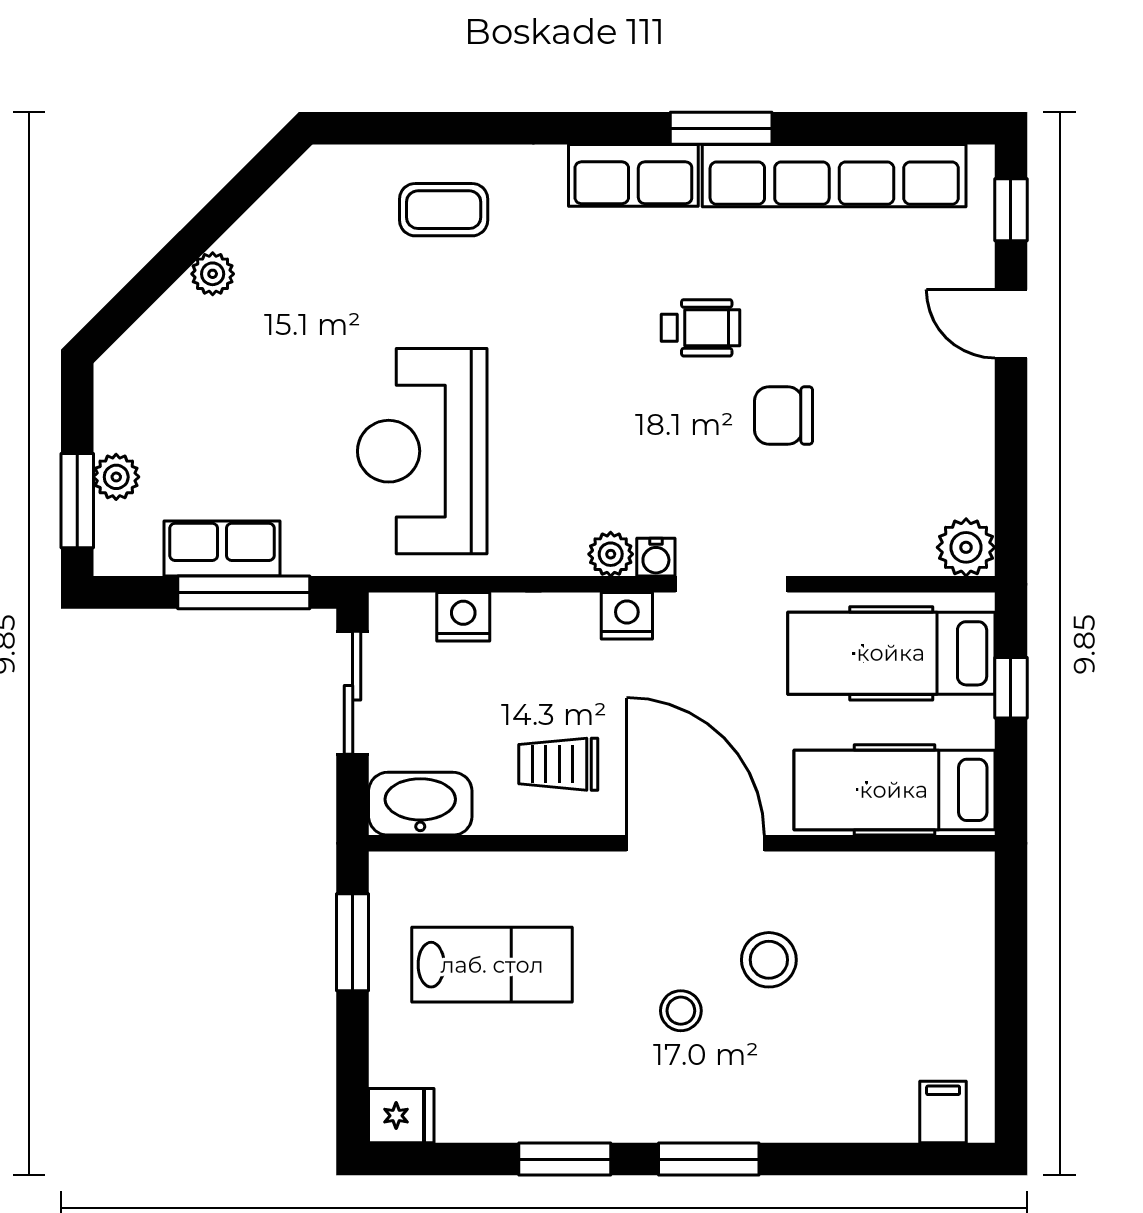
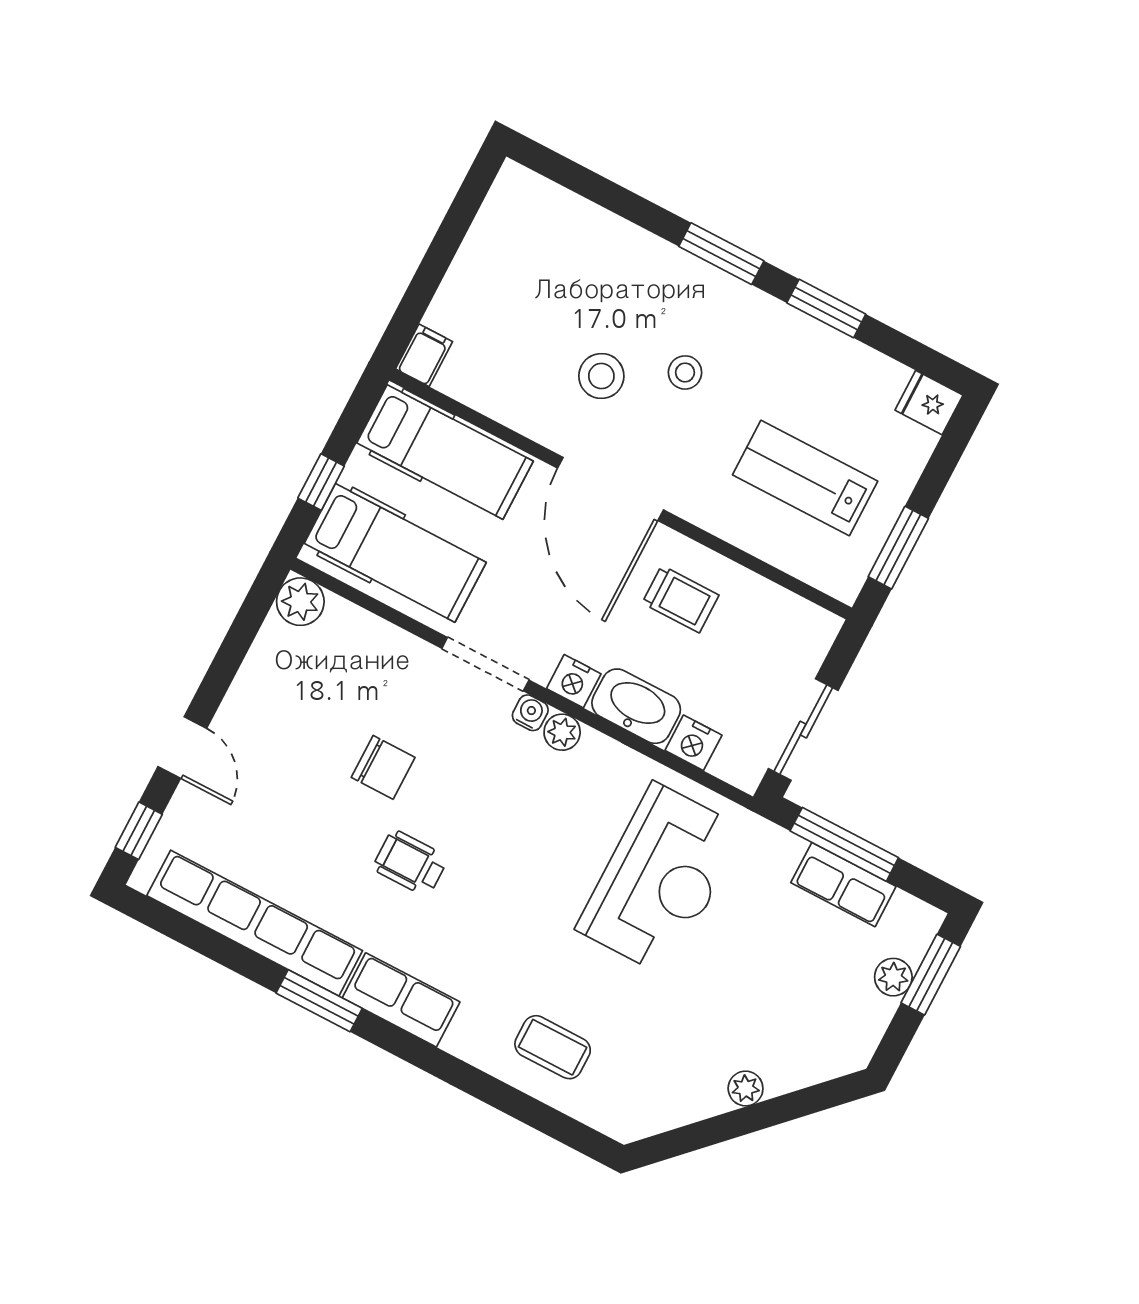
washbasin: (420, 804) -> (636, 706), moved, turned 180
filing cabinet: (943, 1112) -> (424, 355), moved, turned 180

